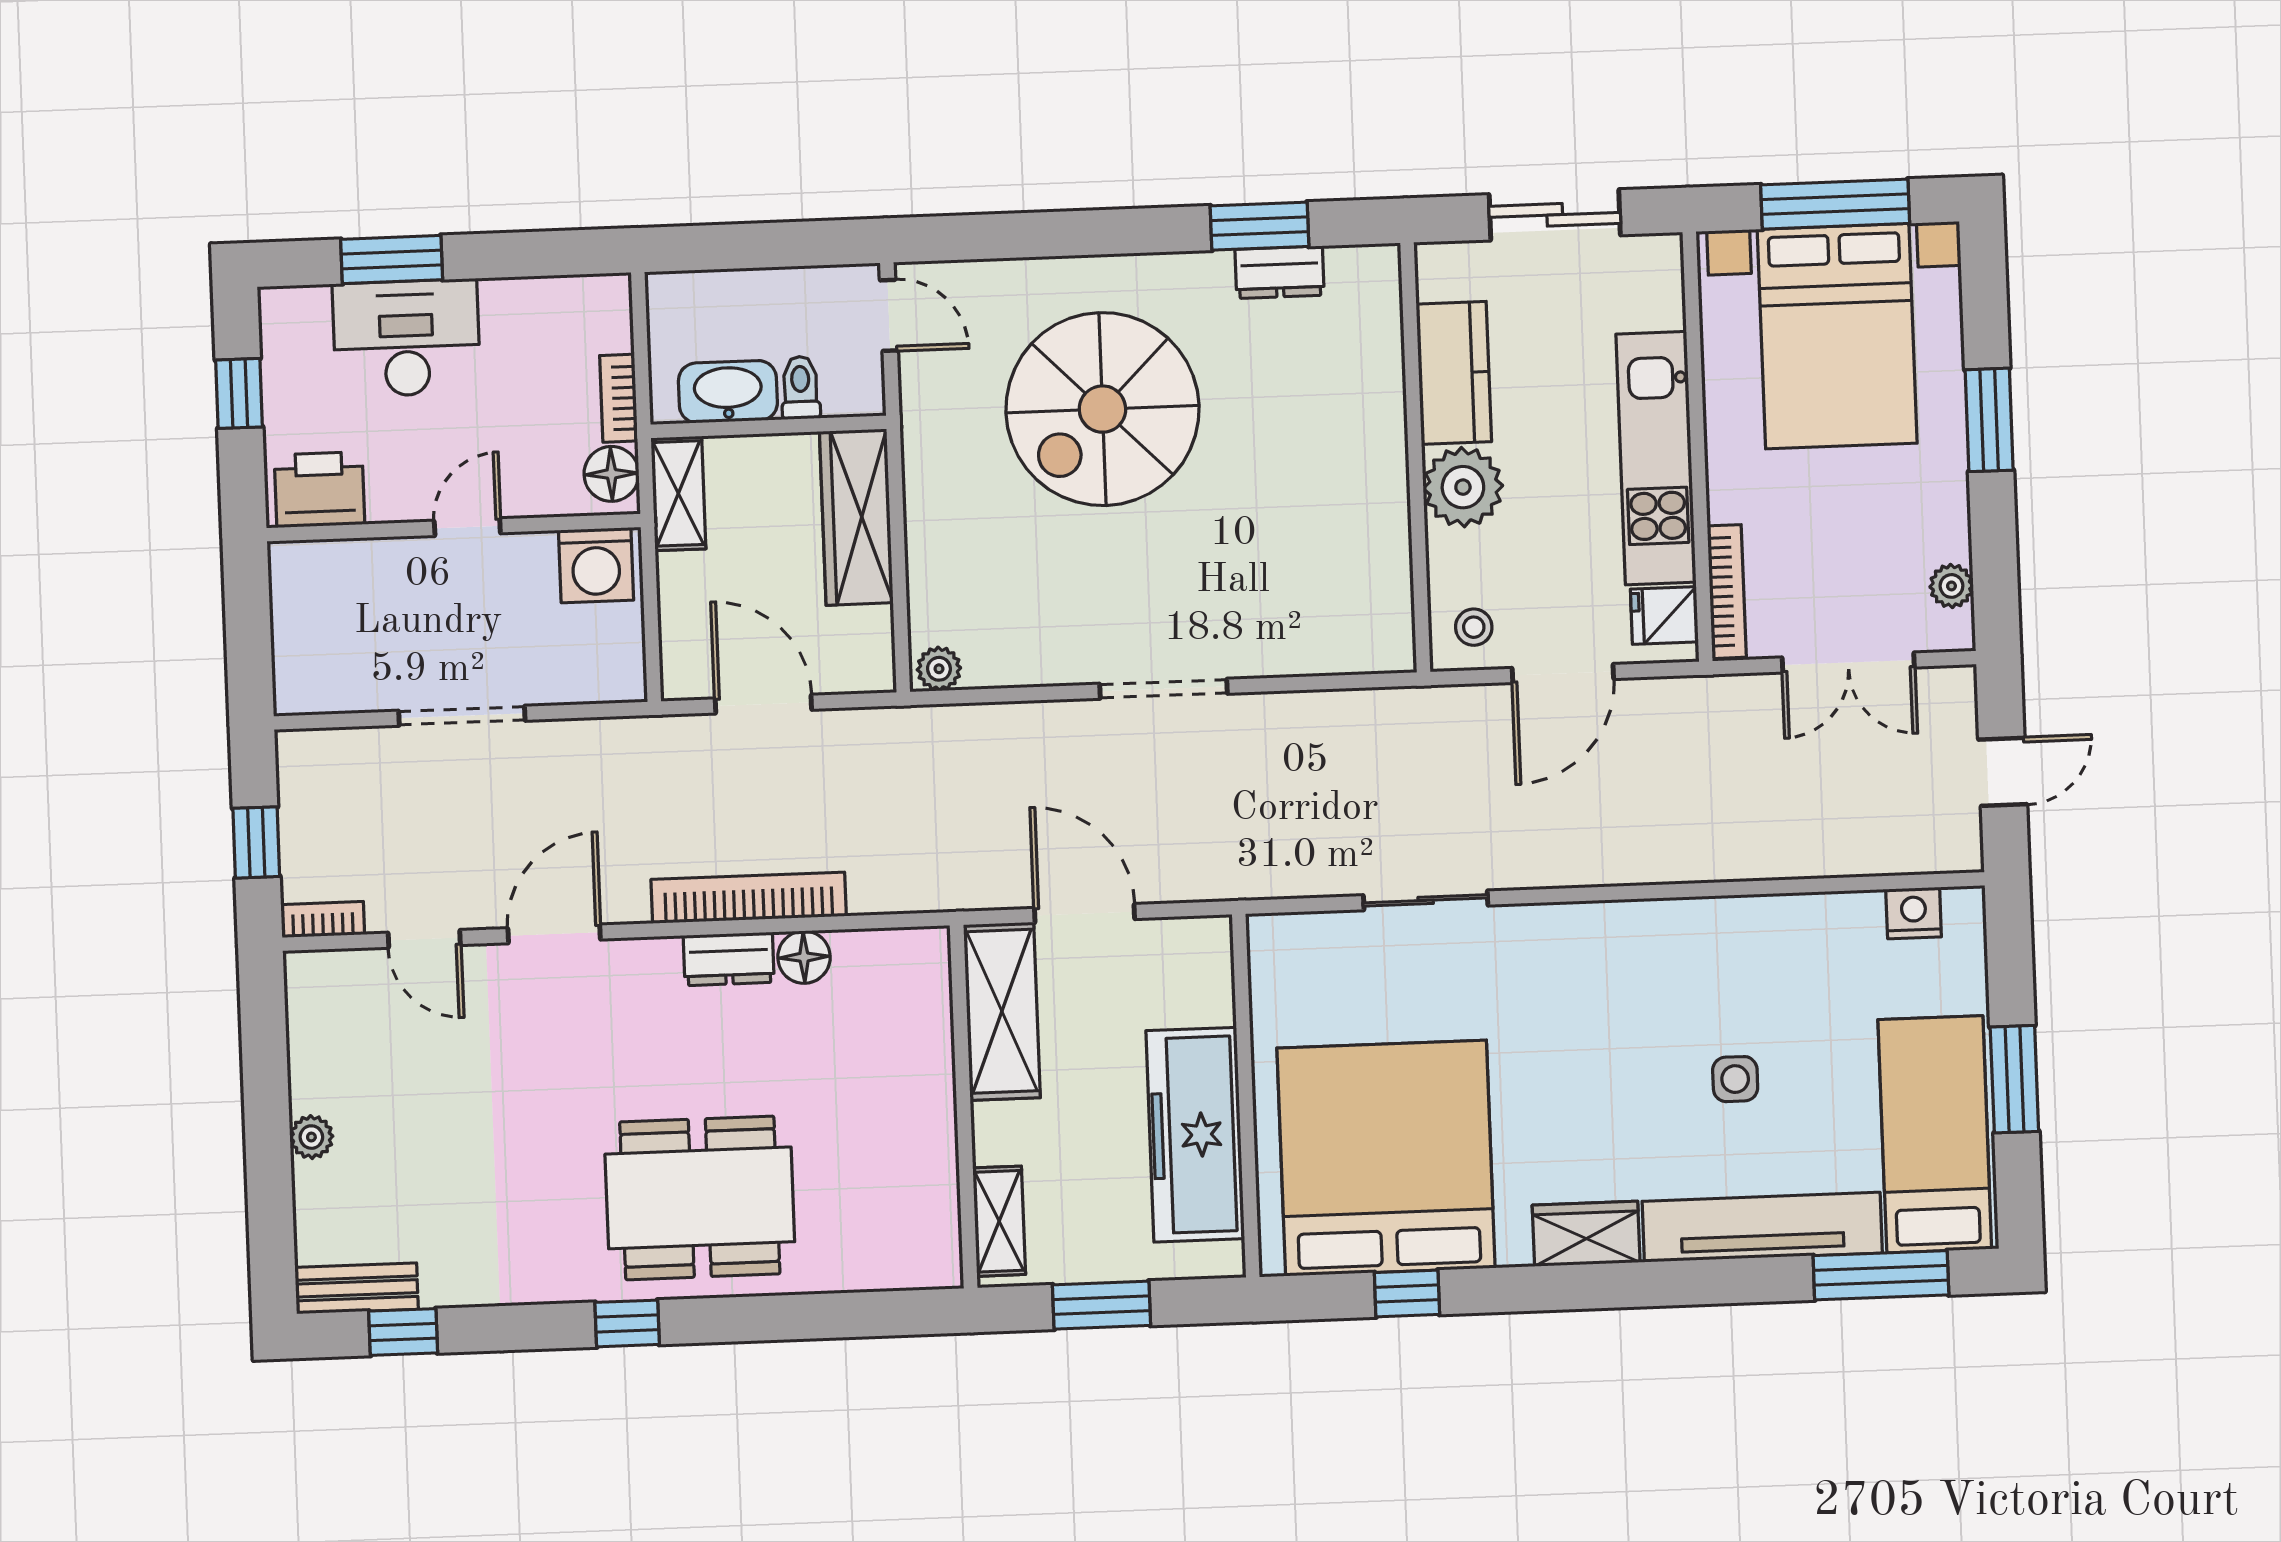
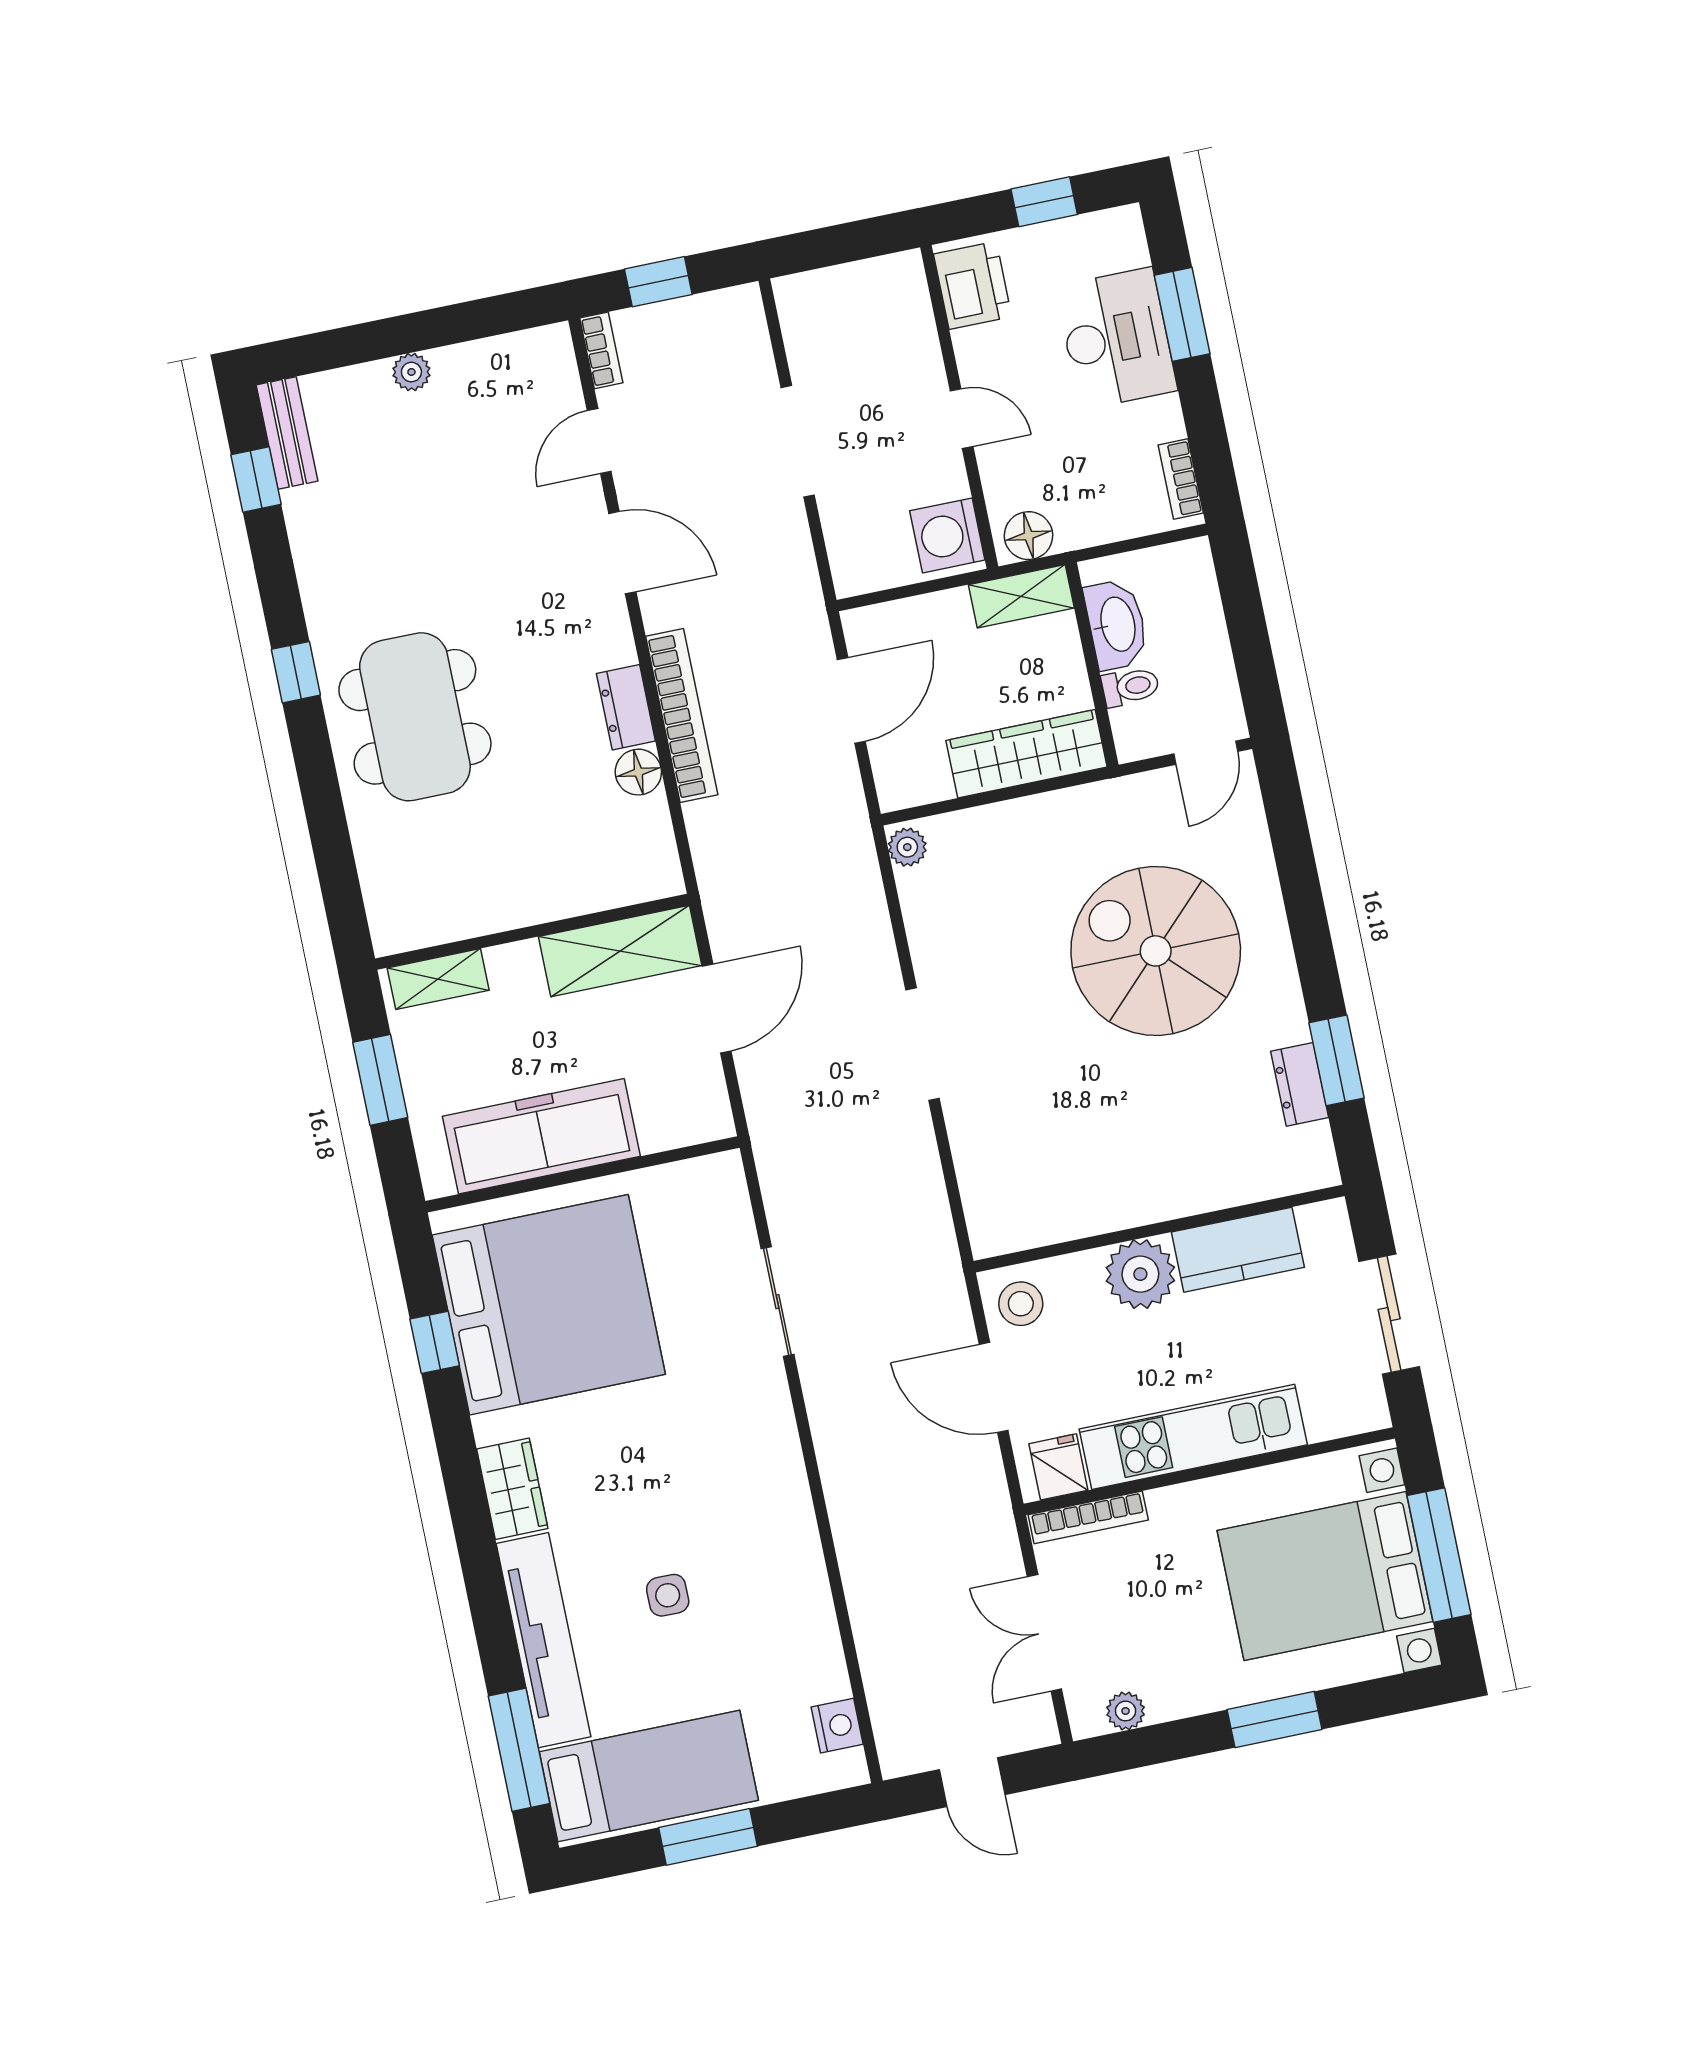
bookcase: (619, 398) -> (1181, 479), moved, turned -90
stool: (1474, 627) -> (1021, 1304), width x1.37, depth x1.37

